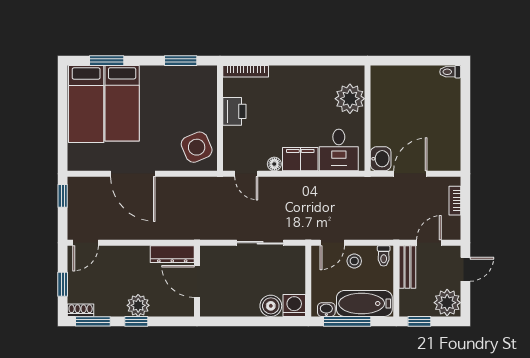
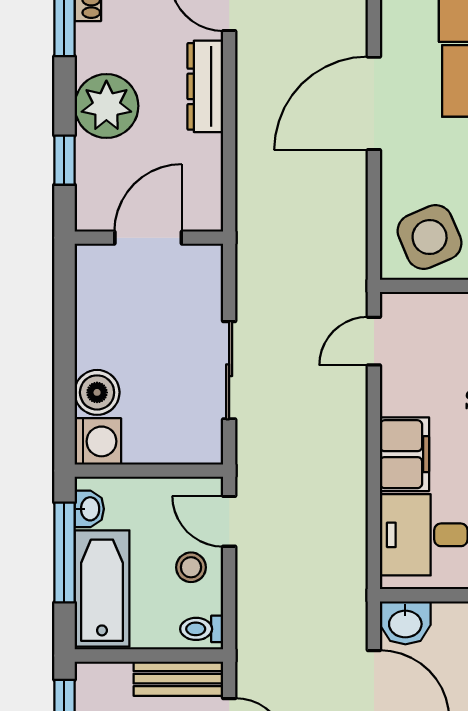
floor lamp: (274, 164) -> (394, 400), removed
dresser: (172, 254) -> (205, 86), moved
plant: (138, 305) -> (106, 106), width x1.36, depth x1.36
window: (136, 321) -> (64, 160), moved

